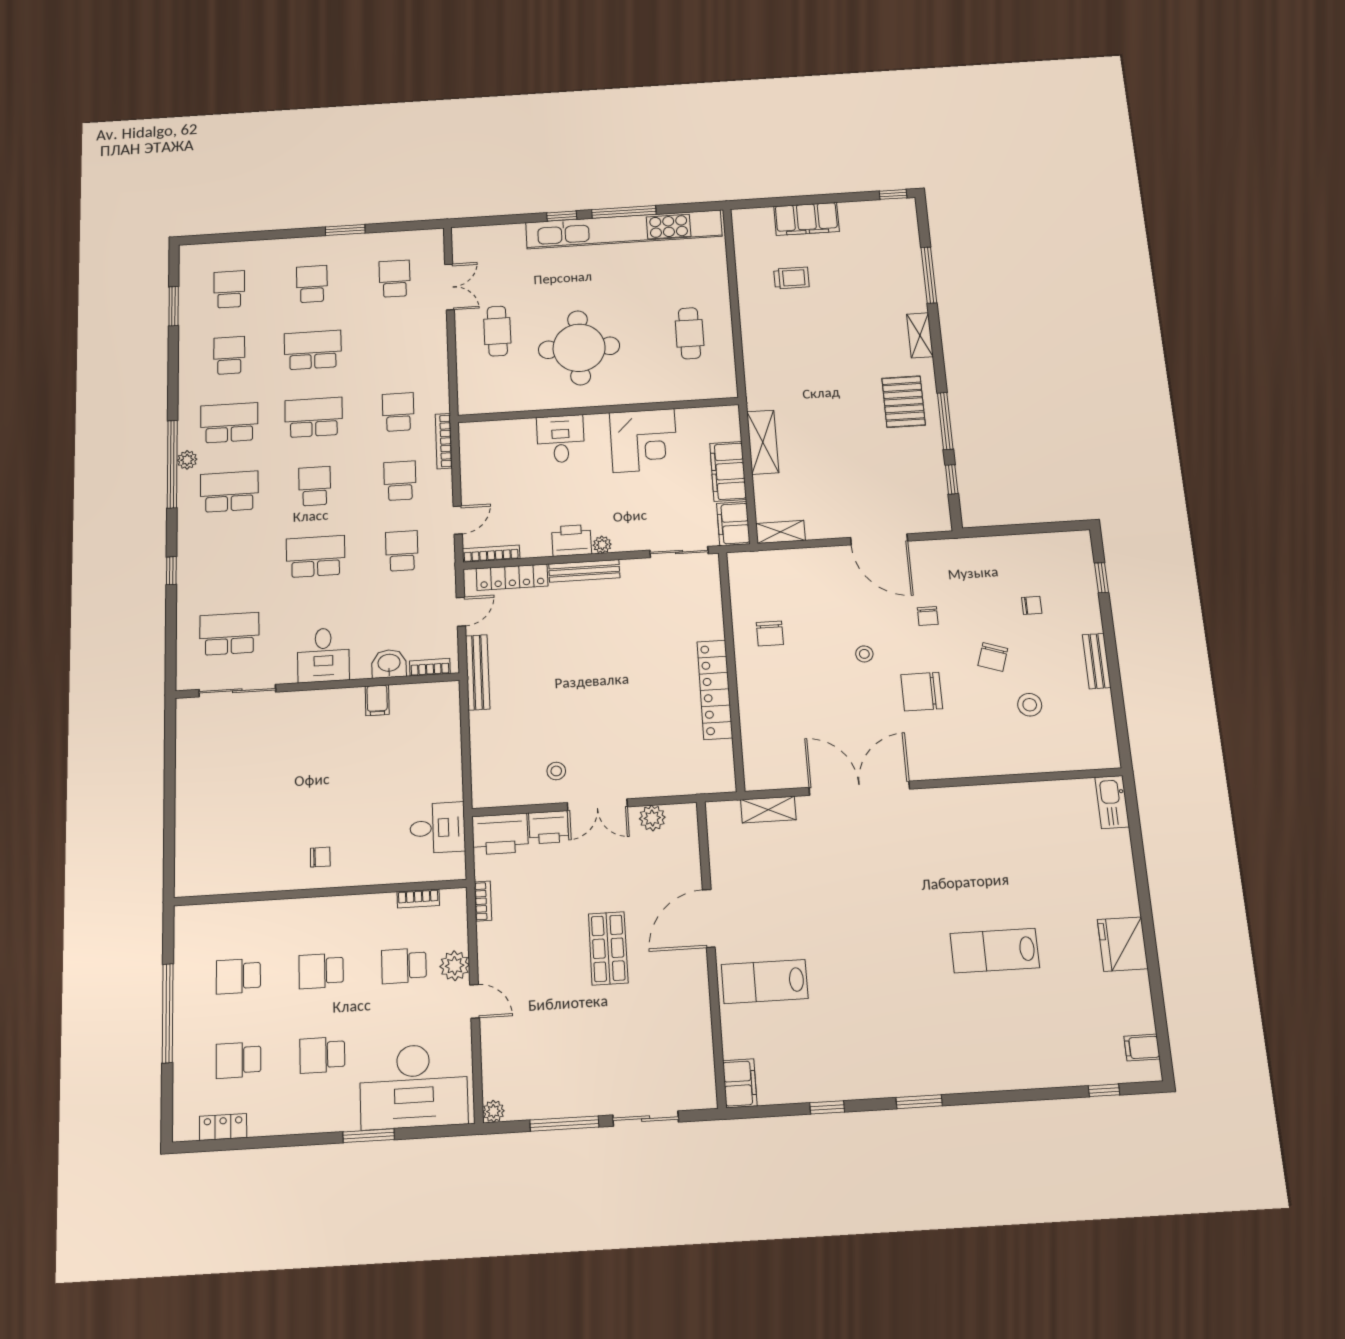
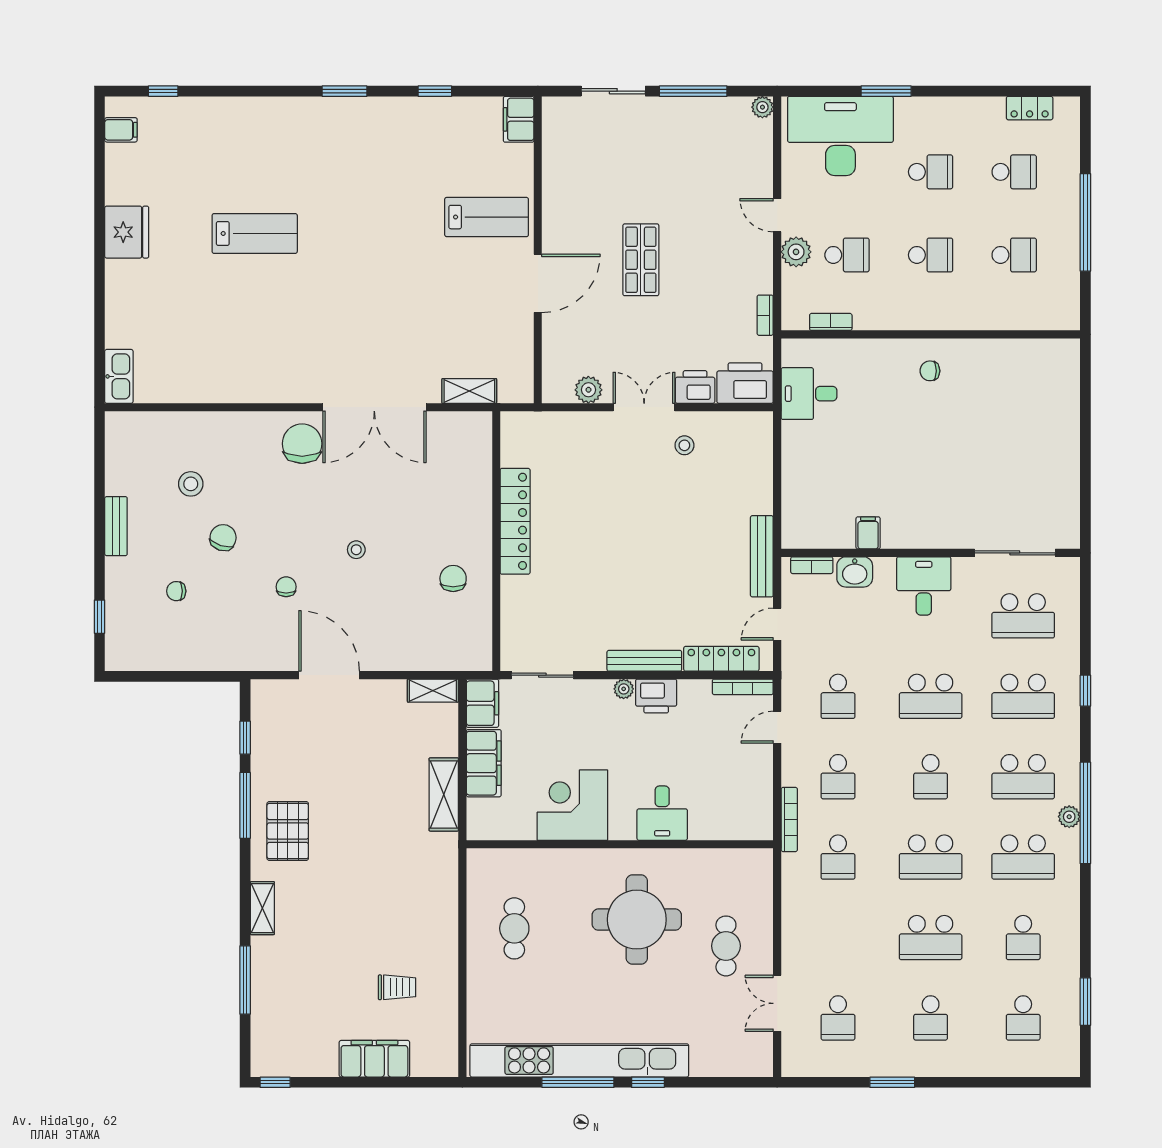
trolley: (791, 278) -> (397, 987), turned 180
school desk: (229, 562) -> (1023, 696), added
chair: (922, 692) -> (302, 444), moved, turned -90

